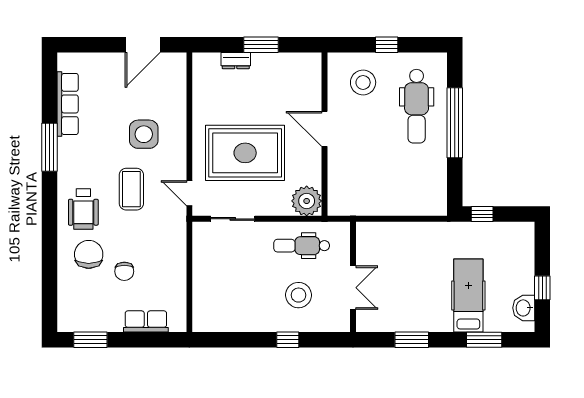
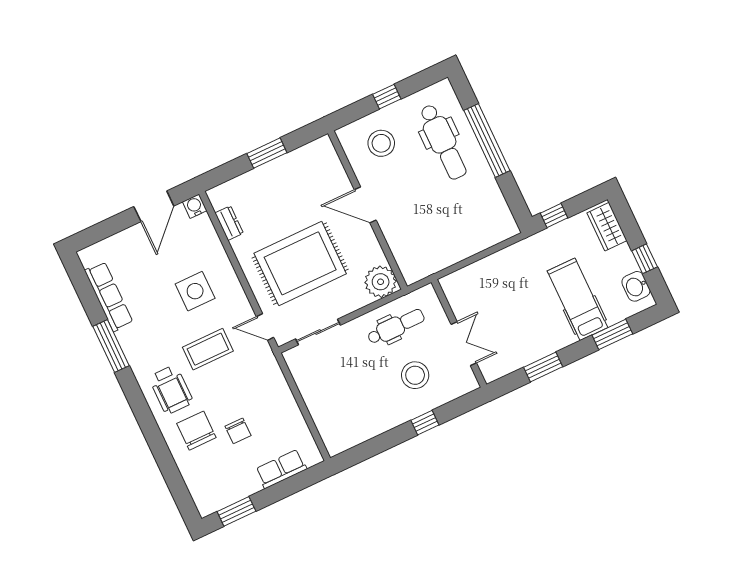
water cooler: (178, 61) -> (195, 206), added
dresser: (236, 61) -> (229, 223), moved, turned -90
coffee table: (131, 189) -> (208, 349), turned 90
wardrobe: (523, 245) -> (607, 227), added
dental chair: (302, 246) -> (396, 327), turned 180

